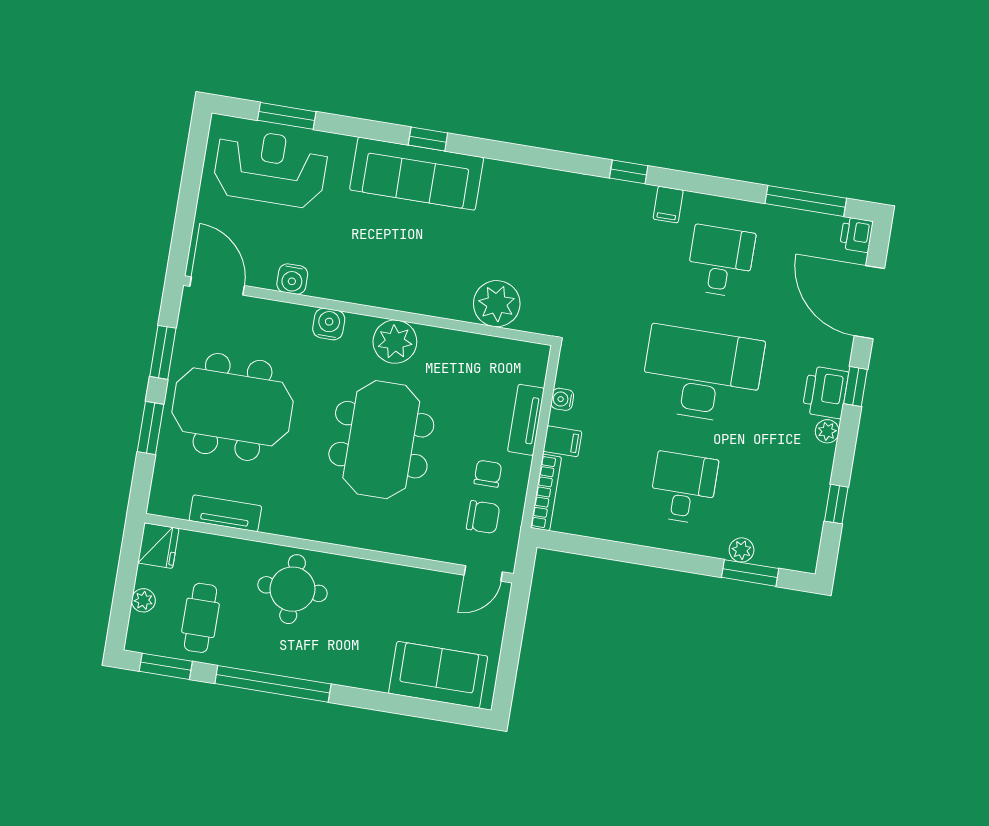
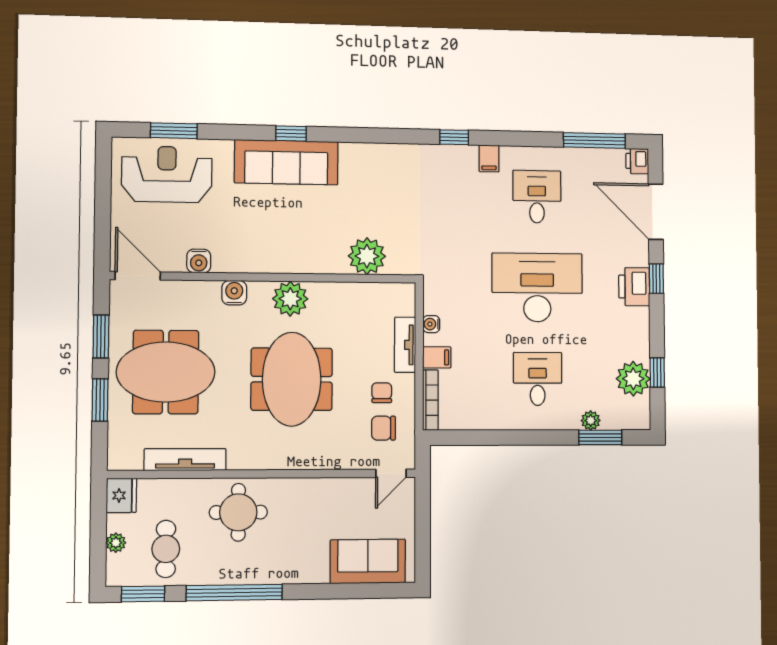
plant: (827, 431) -> (633, 379), moved, width x1.88, depth x1.88
tv unit: (225, 513) -> (185, 460), width x1.41
chair: (483, 517) -> (383, 428), turned 180

